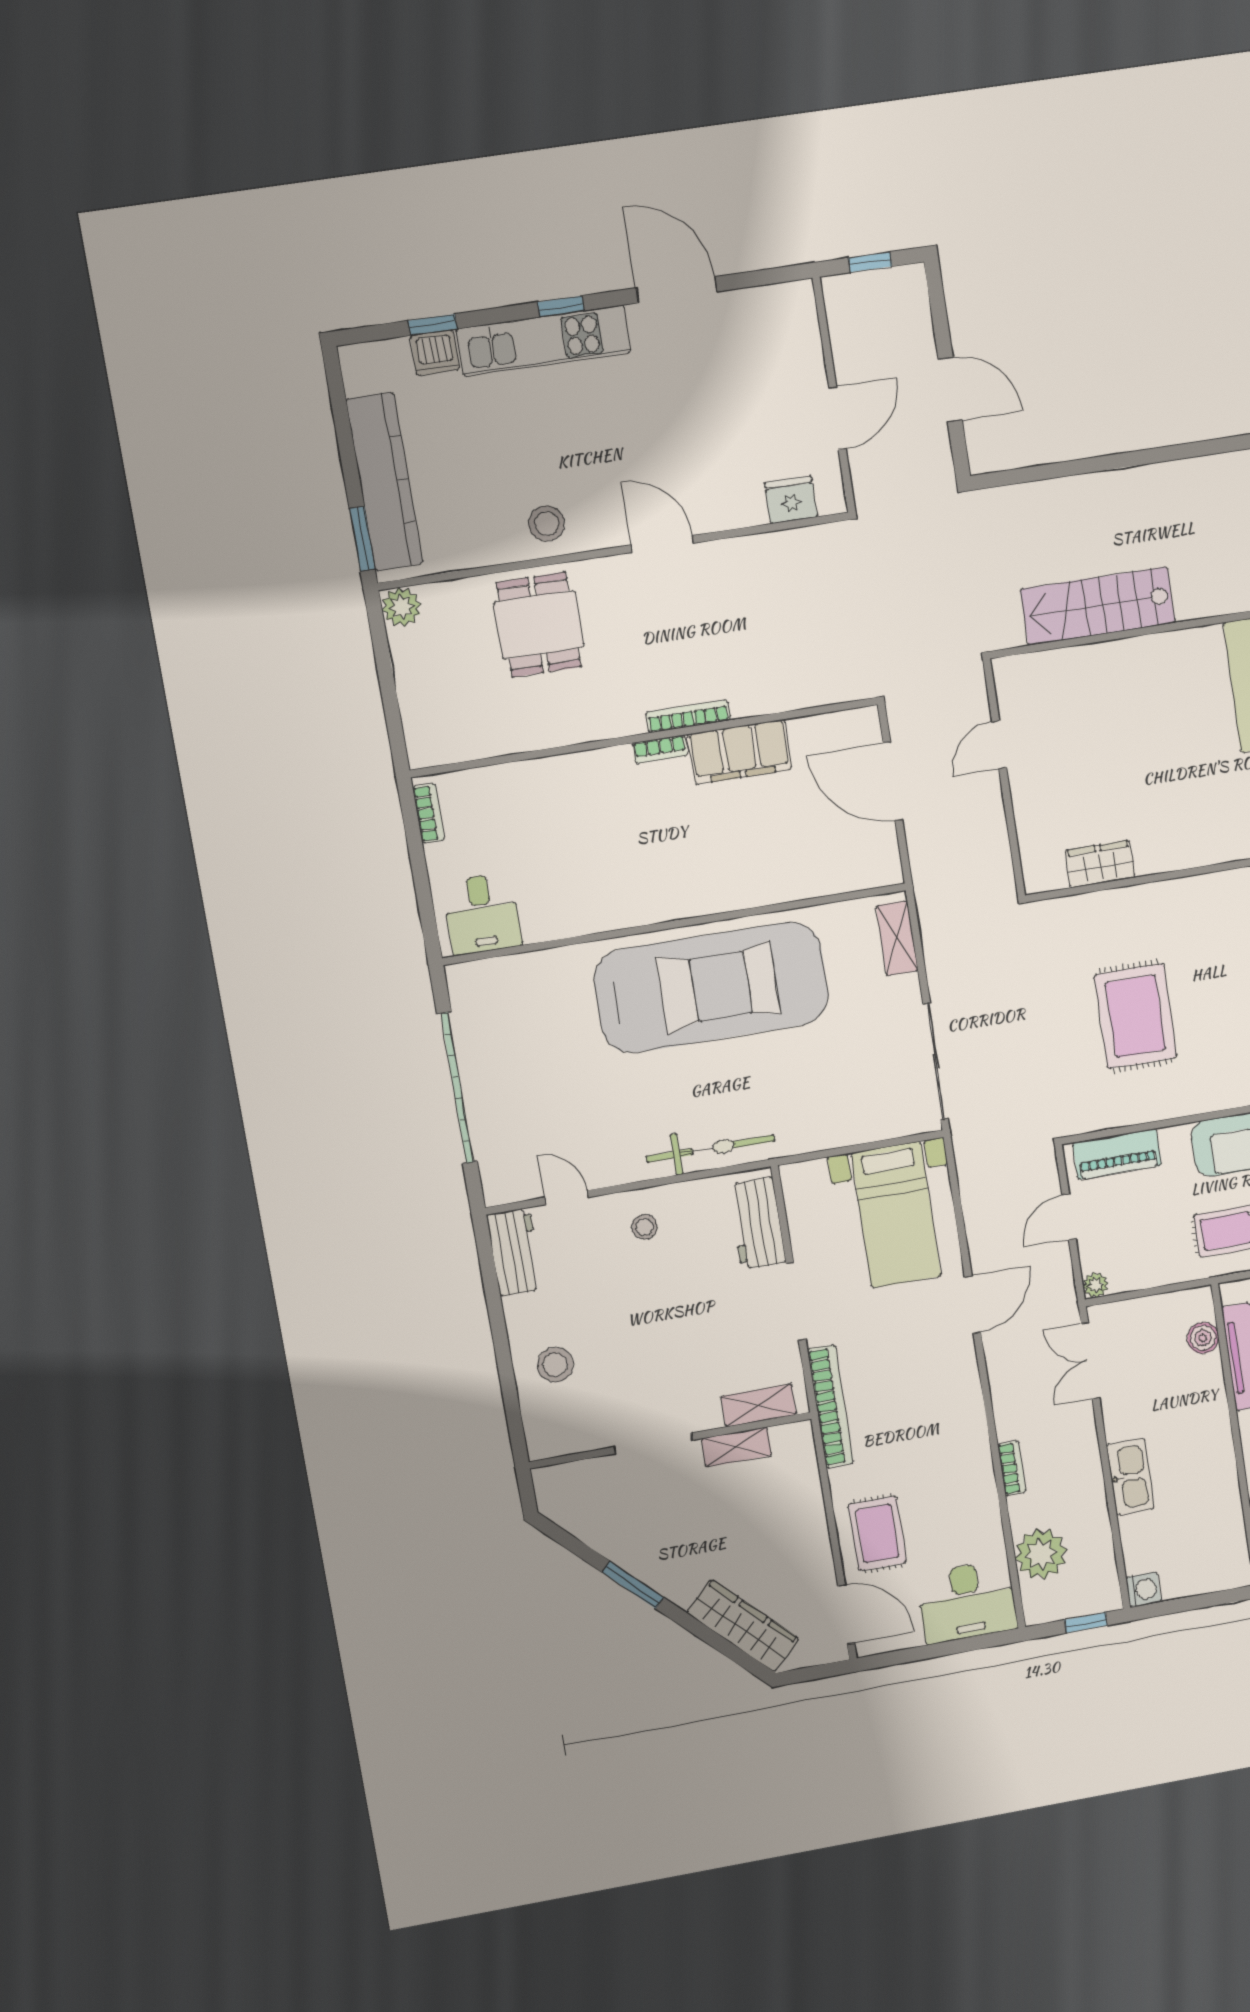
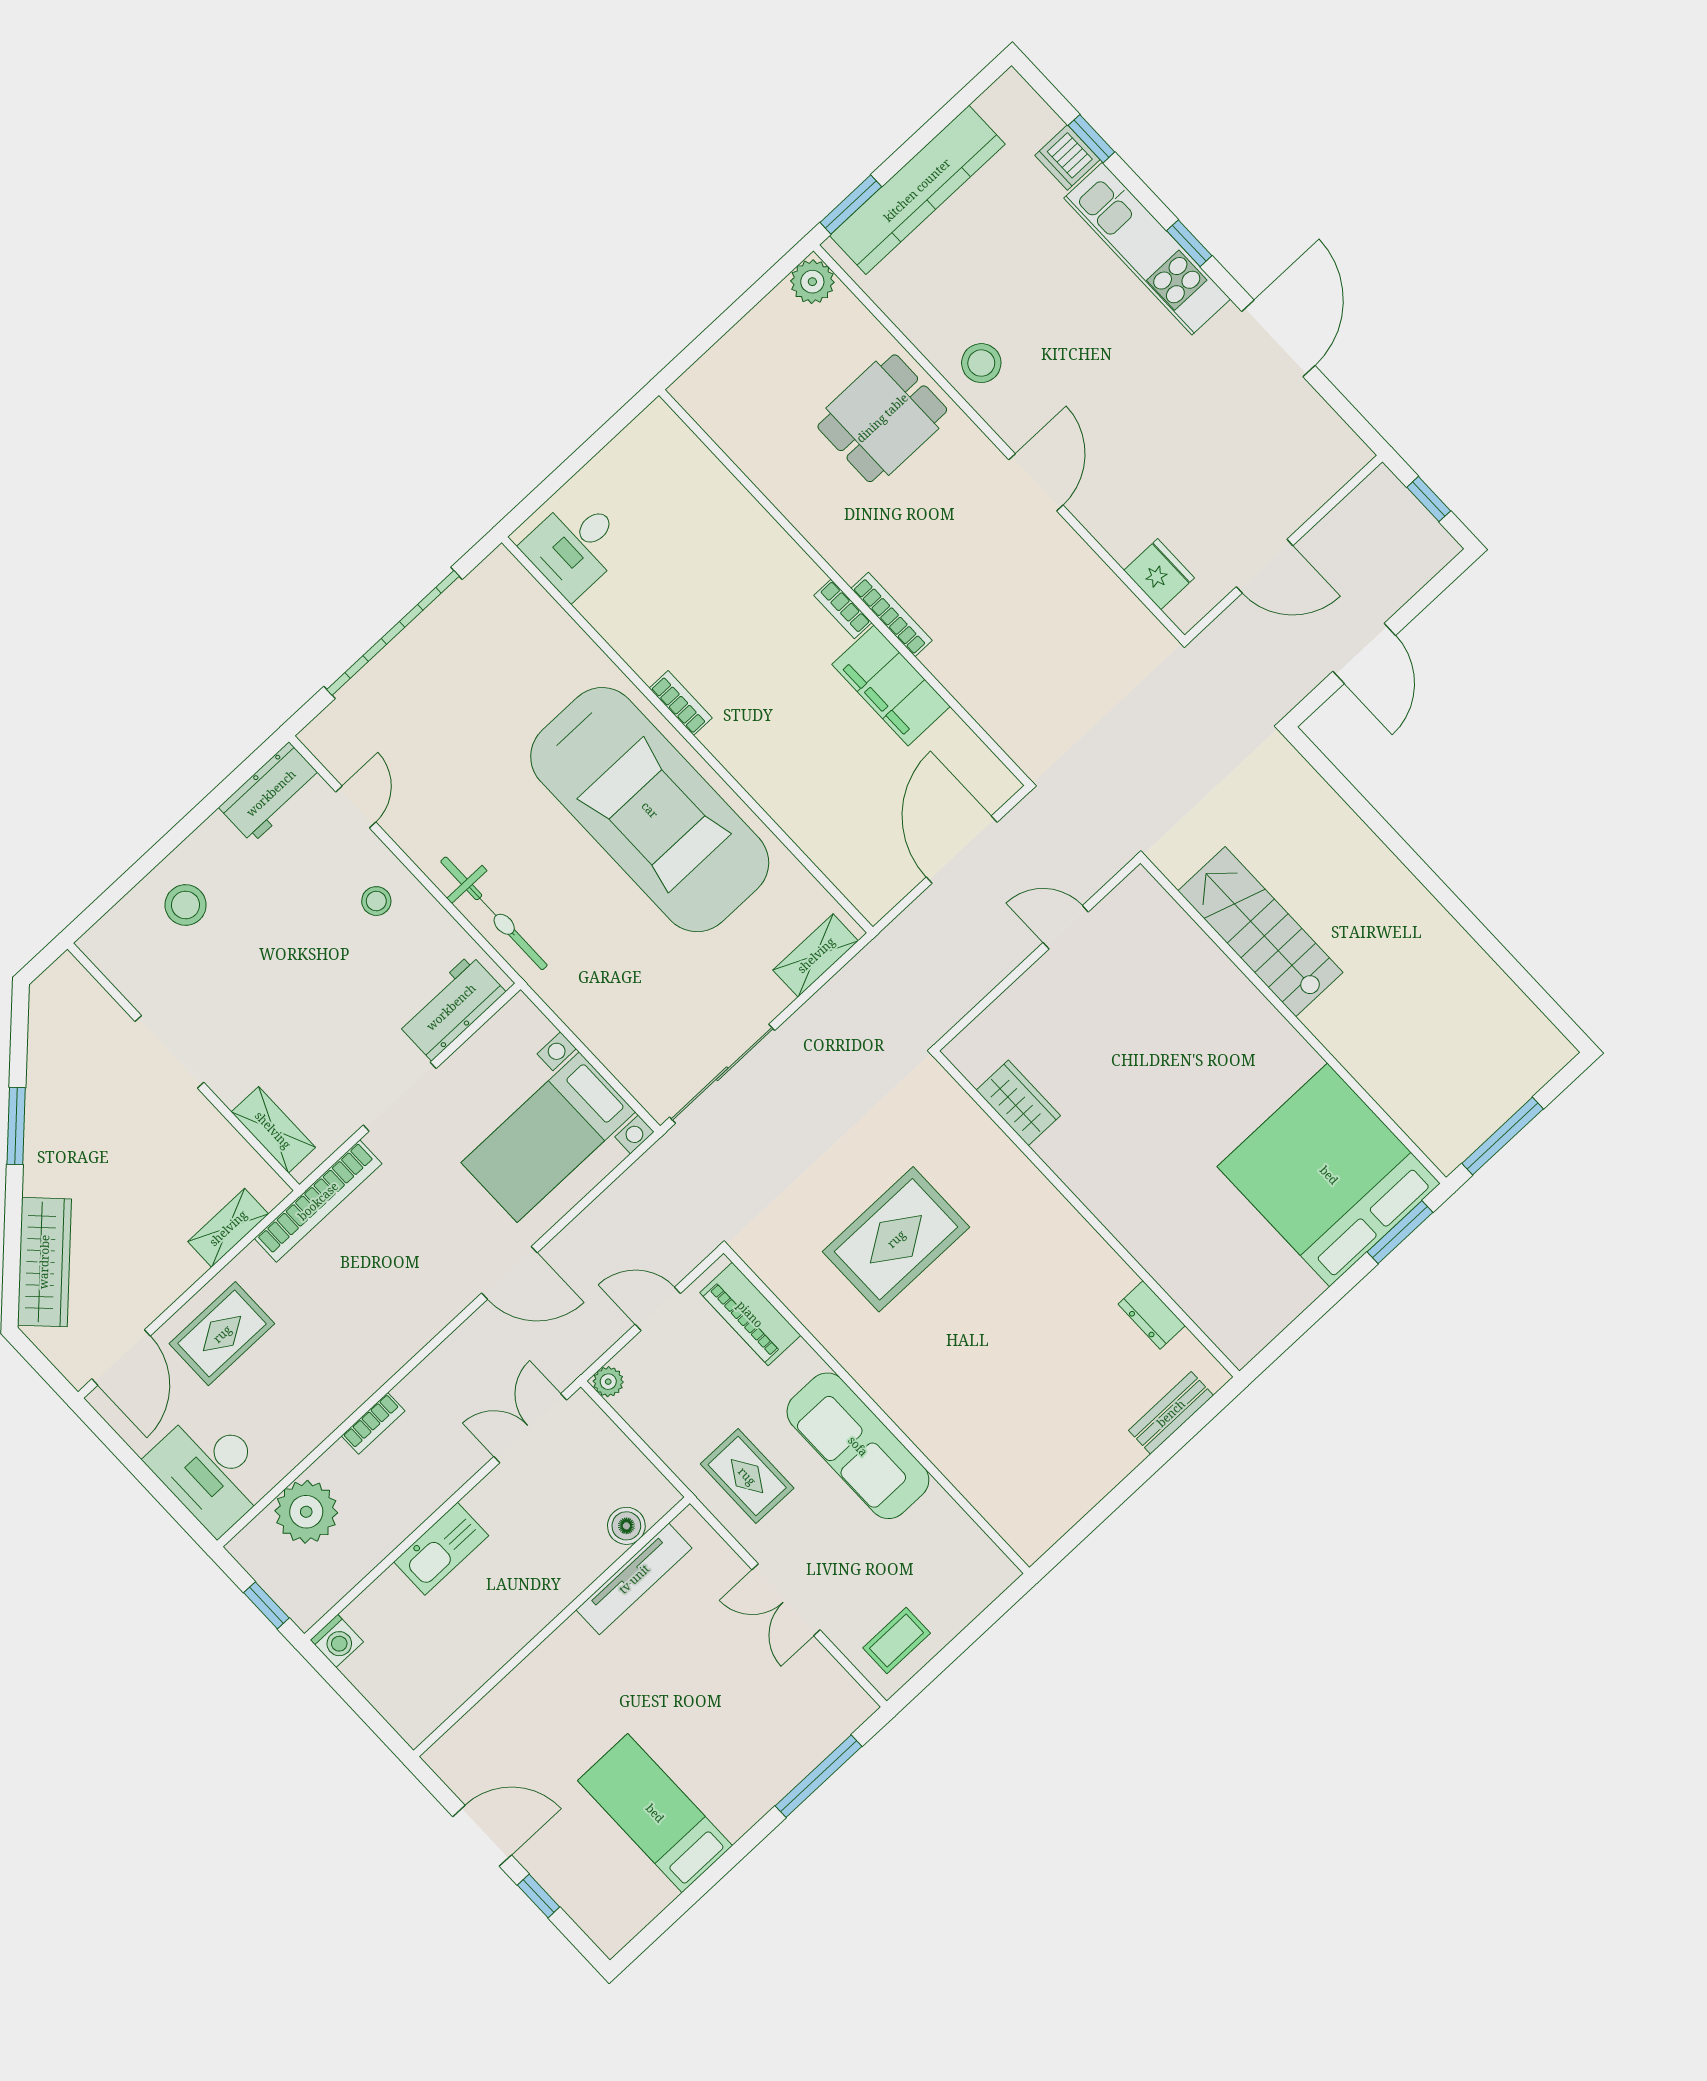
bookcase: (429, 813) -> (681, 703), moved, turned -90
shelving: (736, 1447) -> (228, 1228), moved, turned 90

